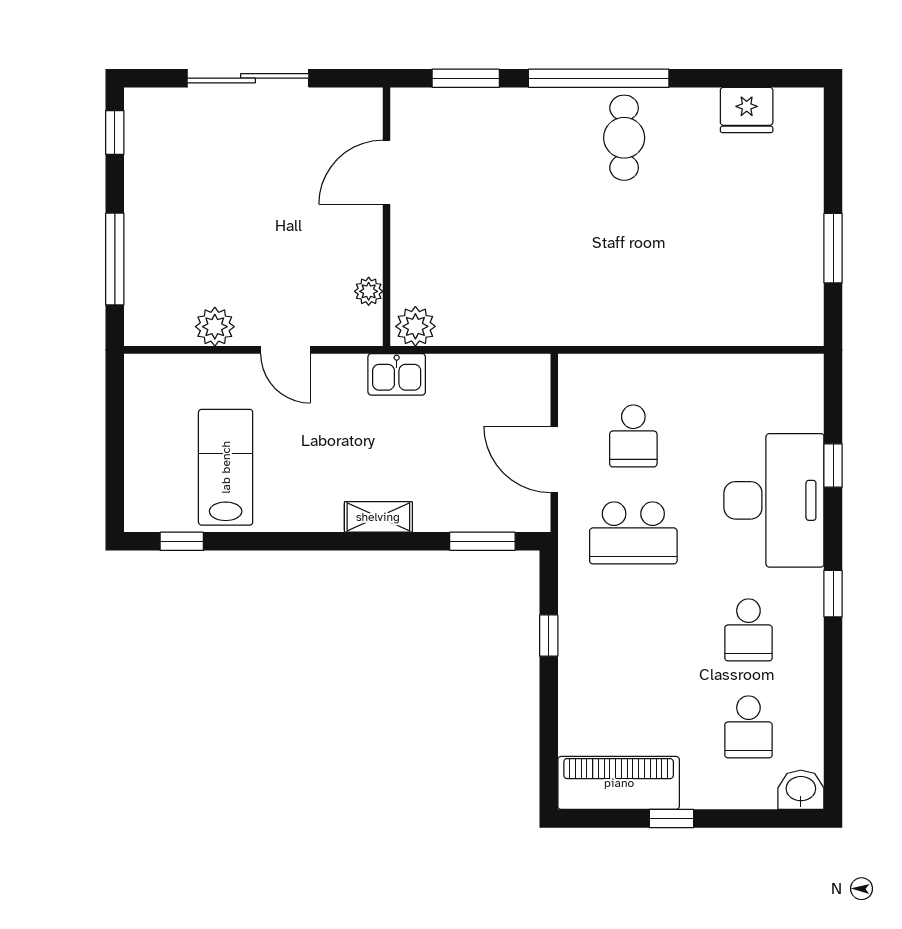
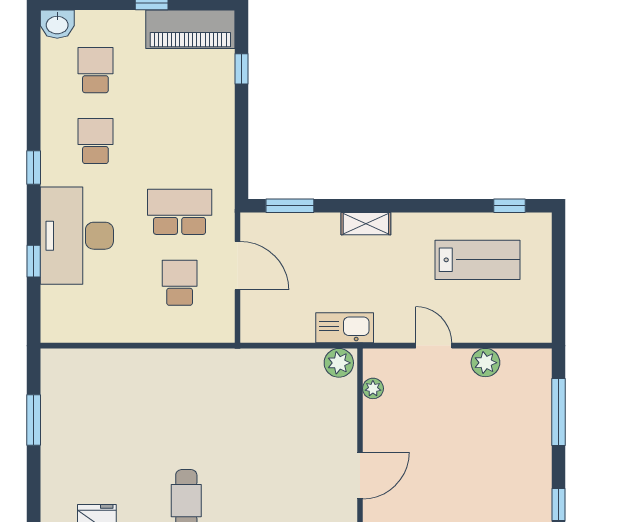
kitchen sink: (397, 374) -> (345, 328), width x1.38
lab bench: (226, 467) -> (478, 260), turned -90
window: (549, 636) -> (241, 69), moved

